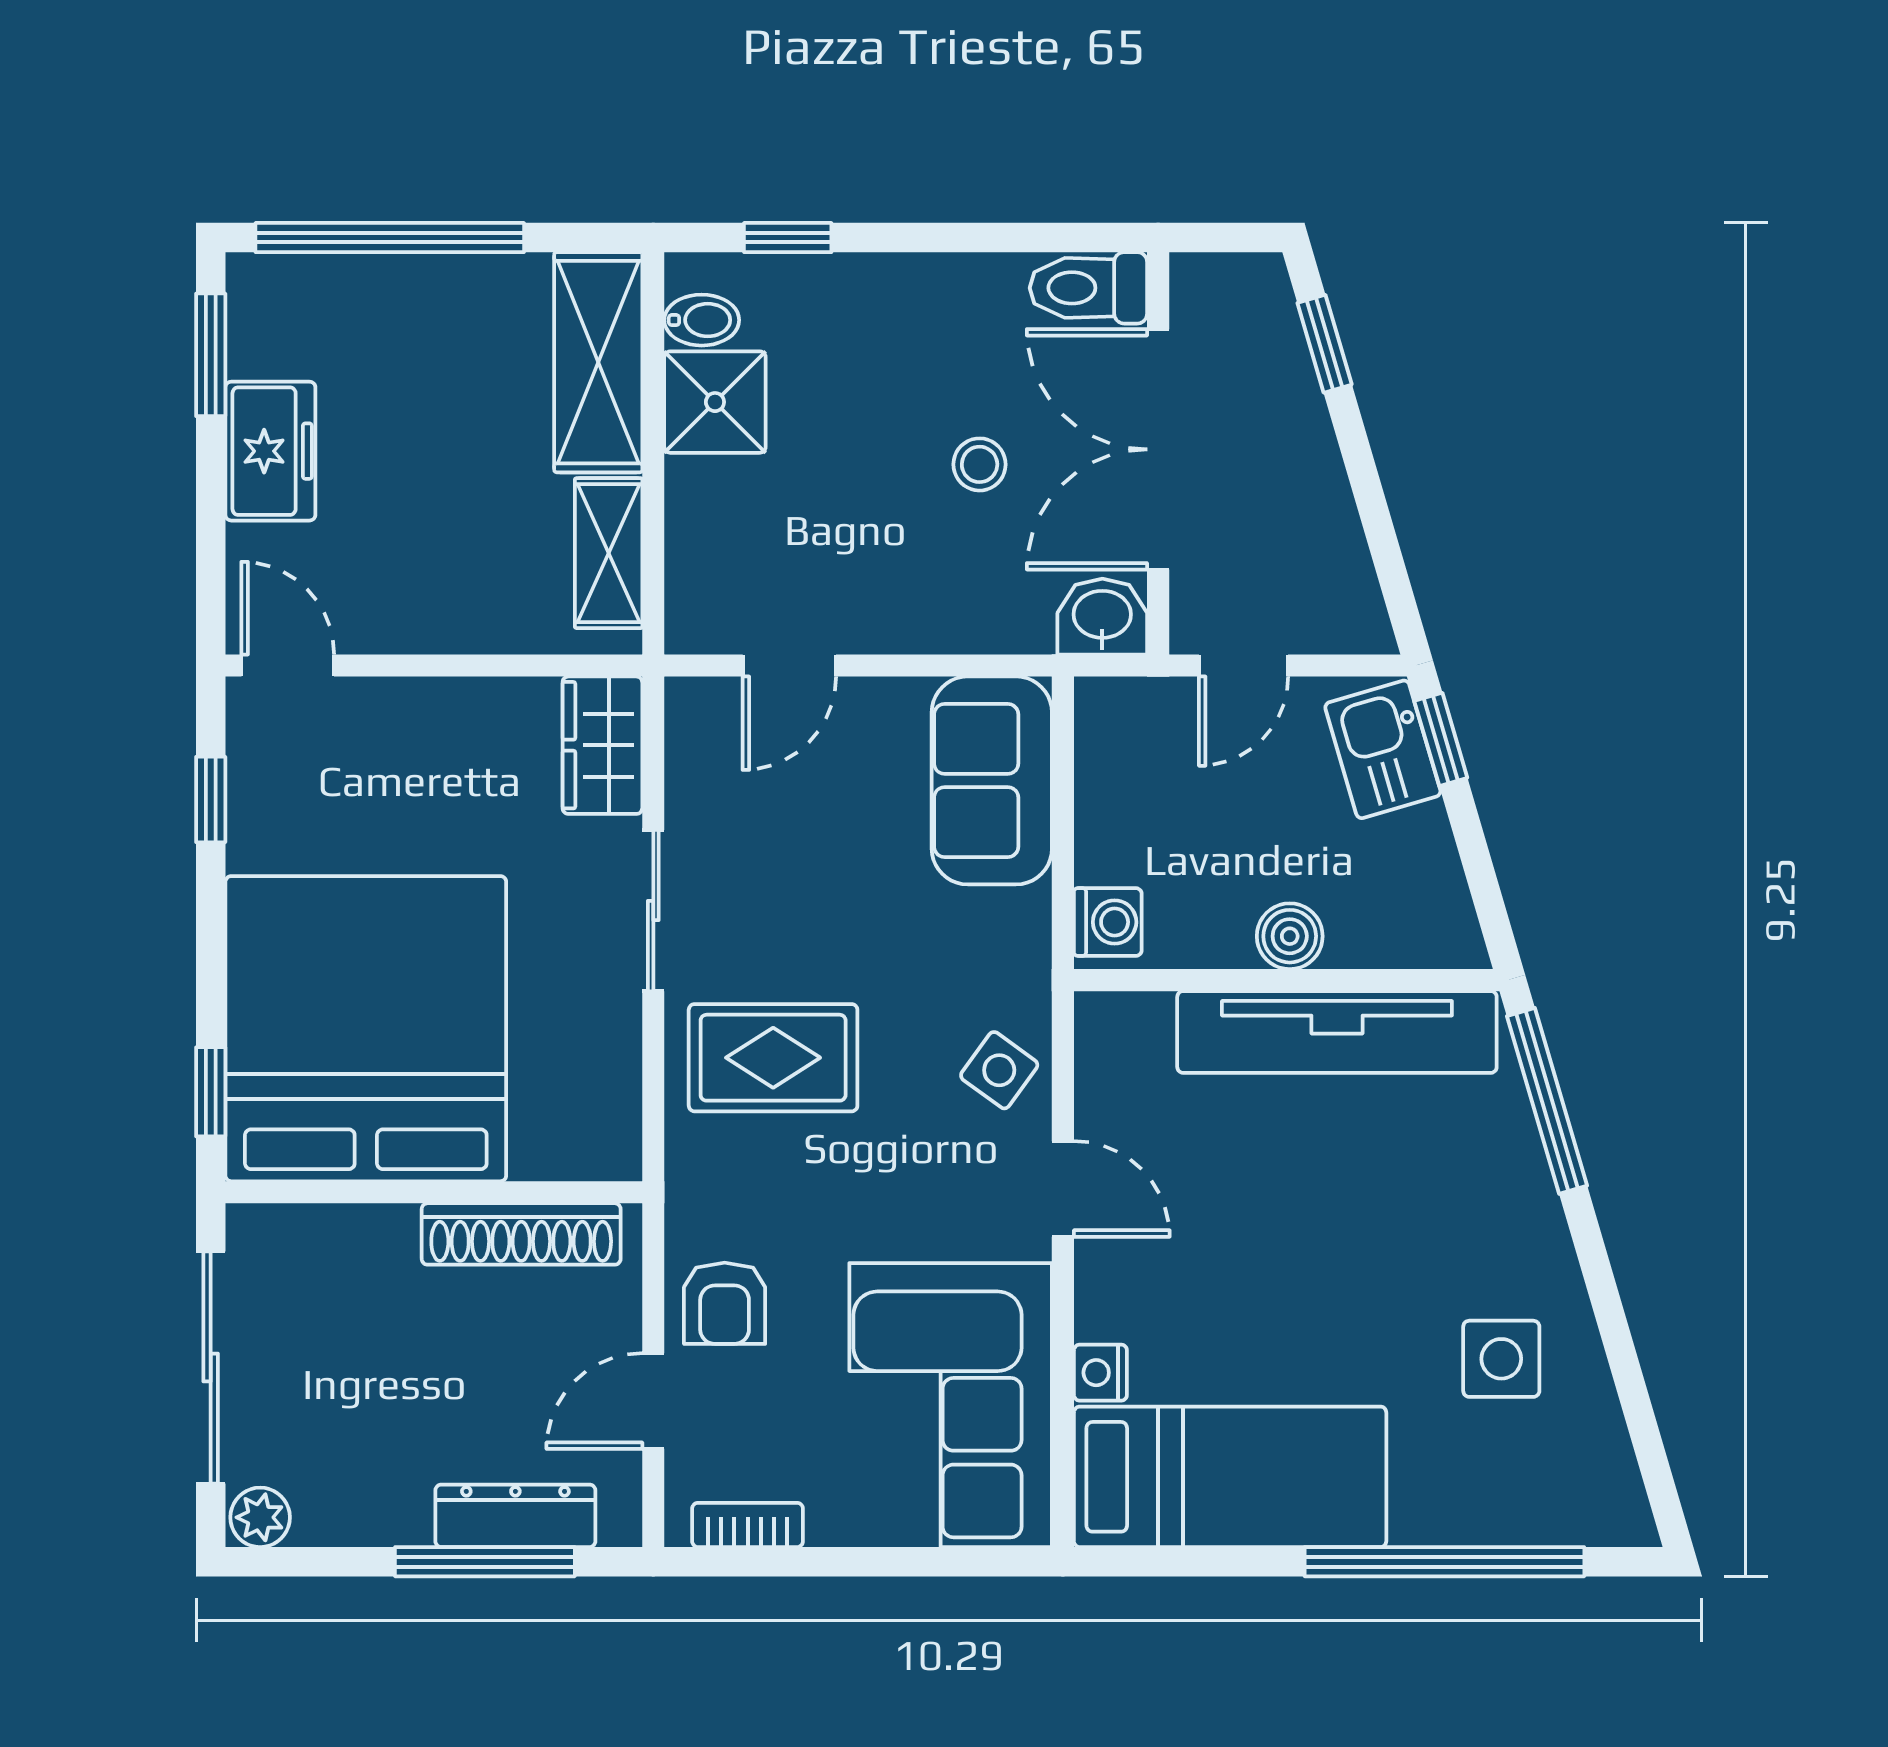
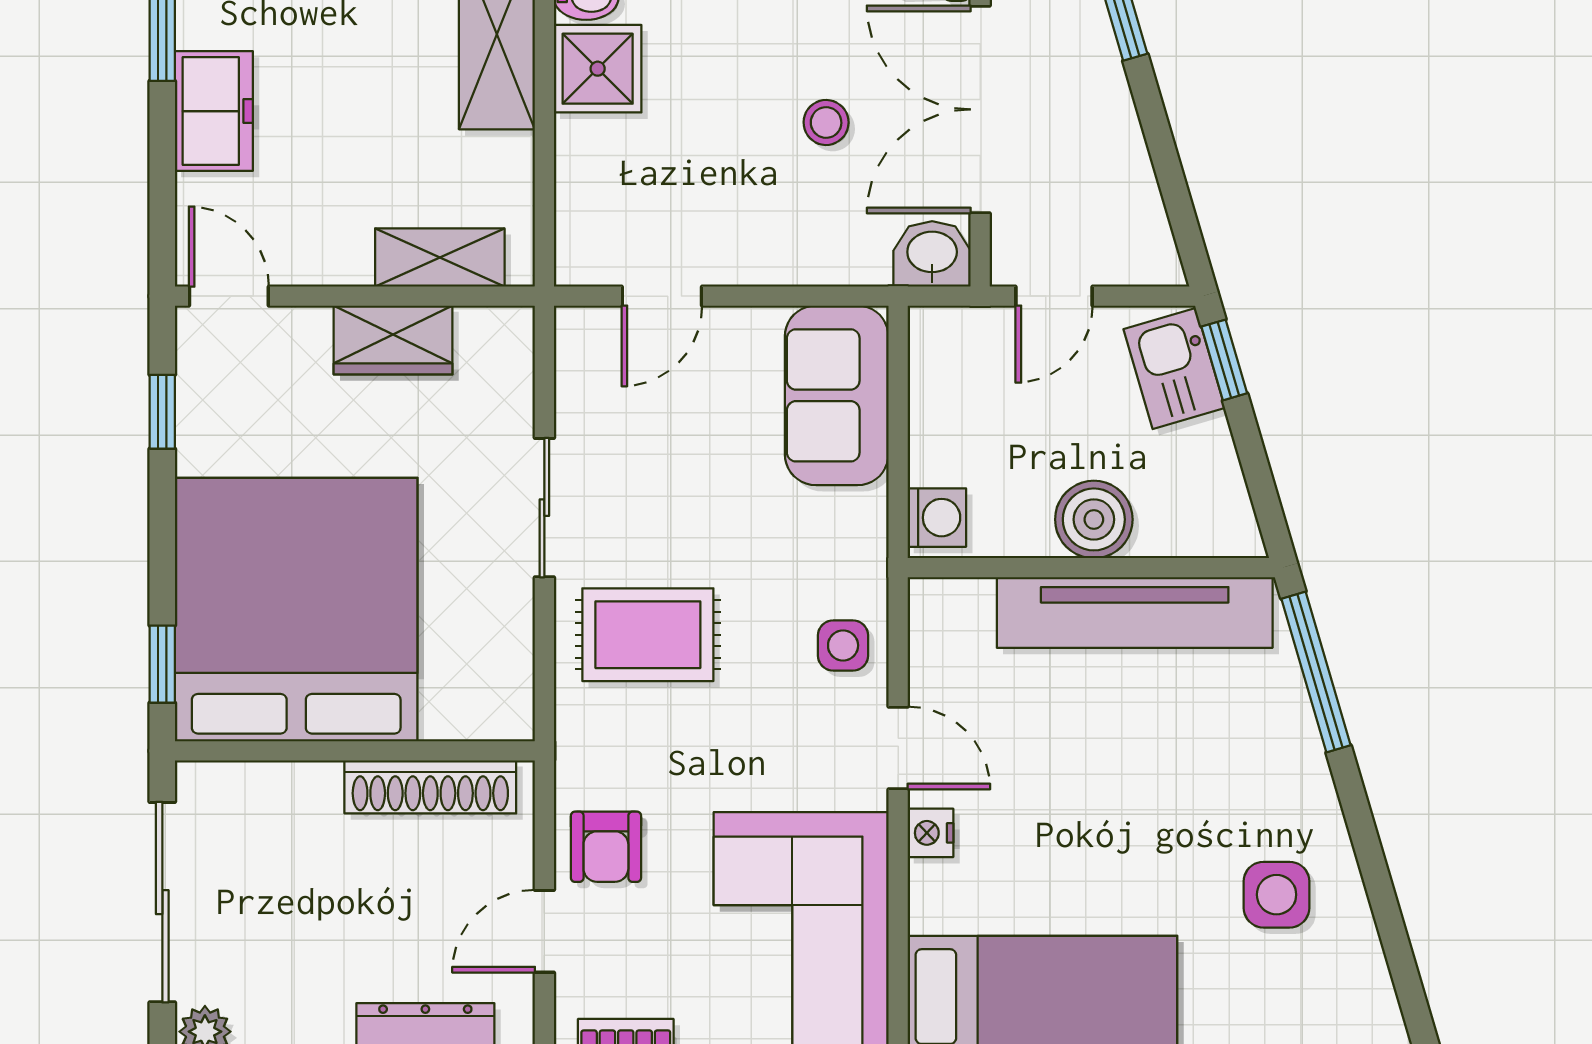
shelving: (609, 553) -> (440, 258), moved, turned 90
wardrobe: (602, 745) -> (393, 340), moved, turned -90
boiler: (1290, 936) -> (1094, 519), width x1.36, depth x1.36
side table: (999, 1070) -> (843, 645), turned -36
nightstand: (1100, 1373) -> (930, 833), moved

